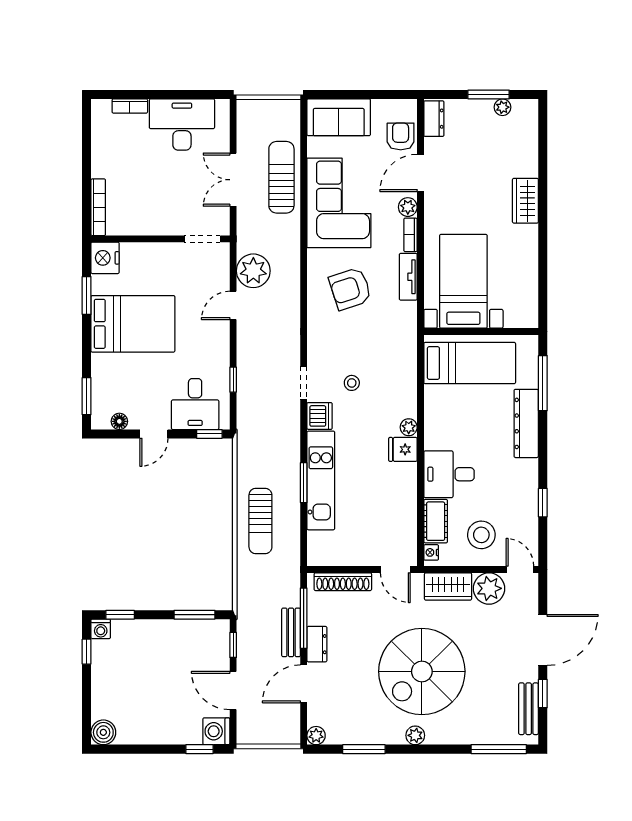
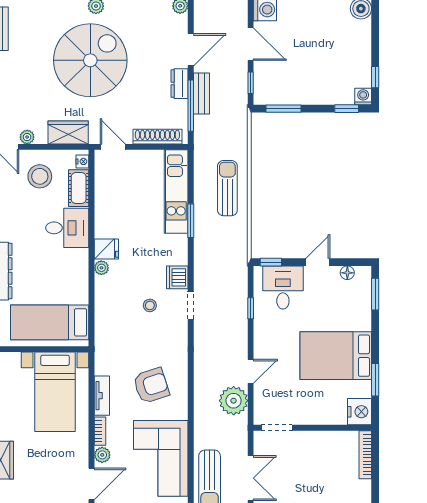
kitchen unit: (321, 480) -> (176, 192), moved
plant: (489, 588) -> (27, 137), width x0.53, depth x0.53

